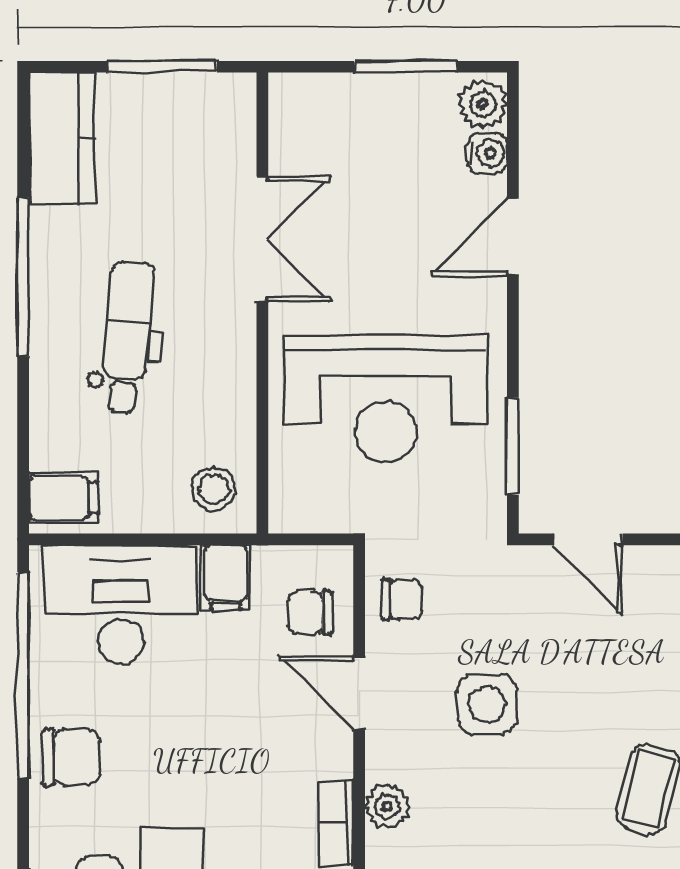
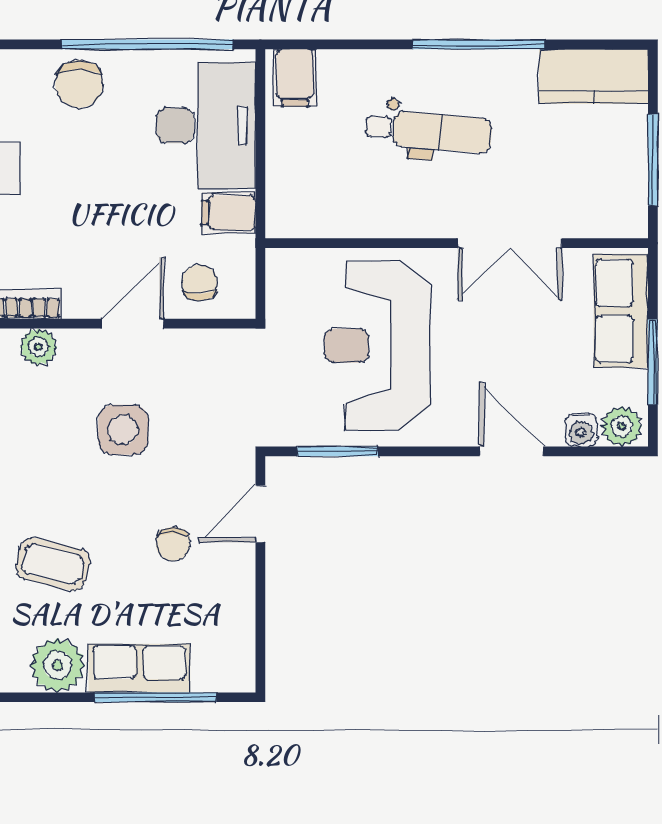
row of seats: (344, 105) -> (621, 311), added
stool: (214, 489) -> (302, 203), removed
chair: (402, 599) -> (173, 544), moved

